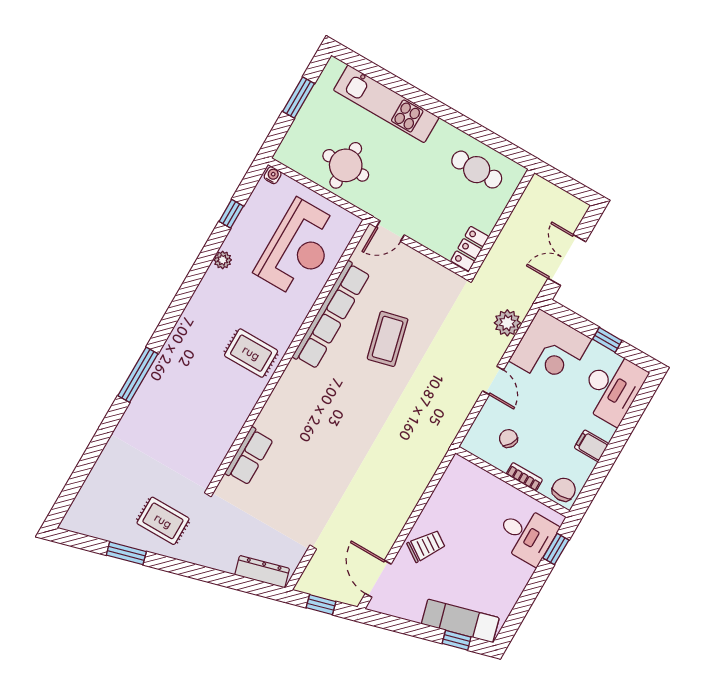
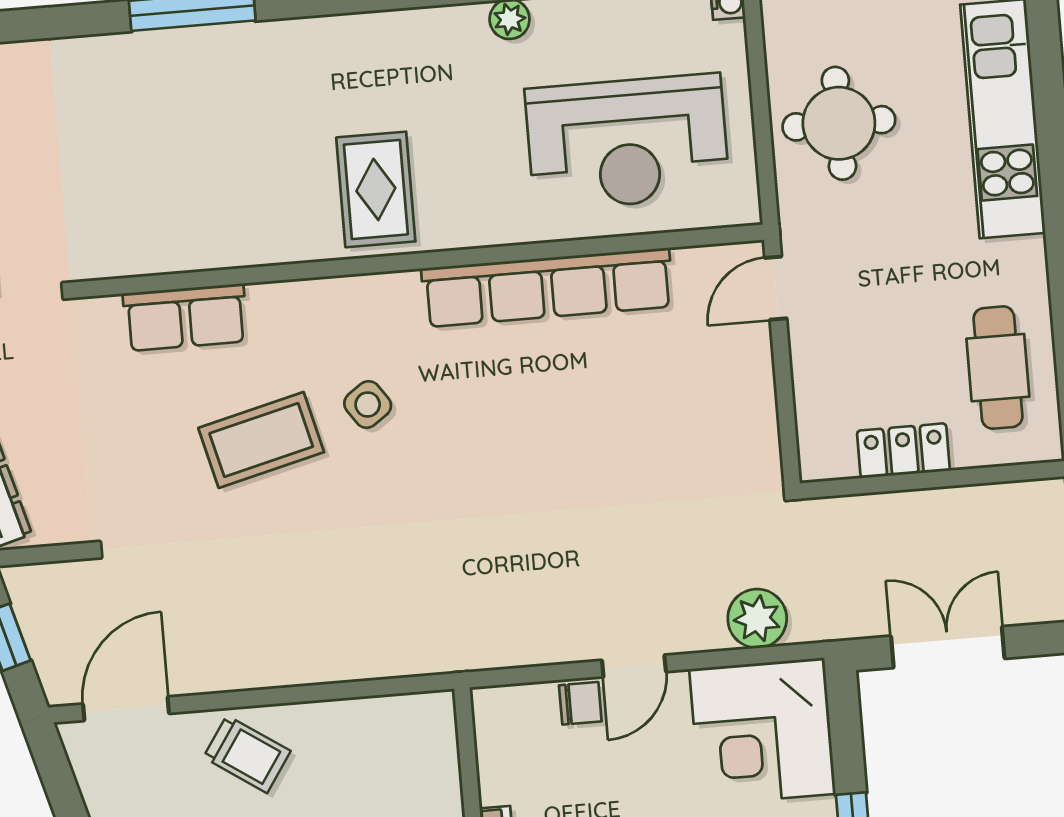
door: (390, 231) -> (776, 288), hinge flipped
locker: (470, 249) -> (903, 451), moved
coffee table: (388, 339) -> (261, 440), moved
side table: (328, 411) -> (368, 404), added
chair: (508, 438) -> (580, 703), moved, turned 58

